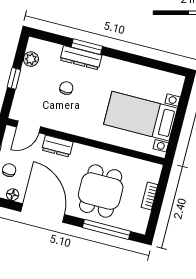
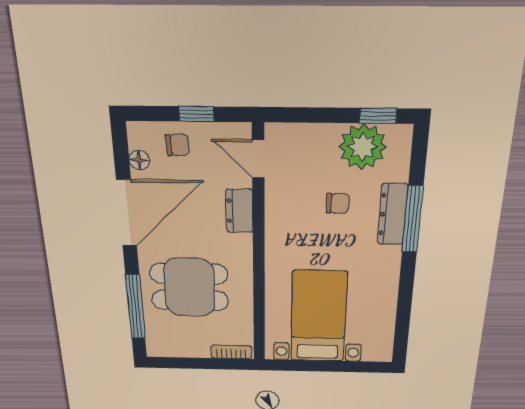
window: (87, 47) -> (413, 219), width x1.44
plant: (31, 59) -> (363, 147), width x1.88, depth x1.88
window: (14, 78) -> (378, 116), moved
bookcase: (149, 196) -> (231, 352), moved

